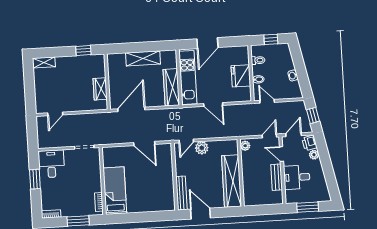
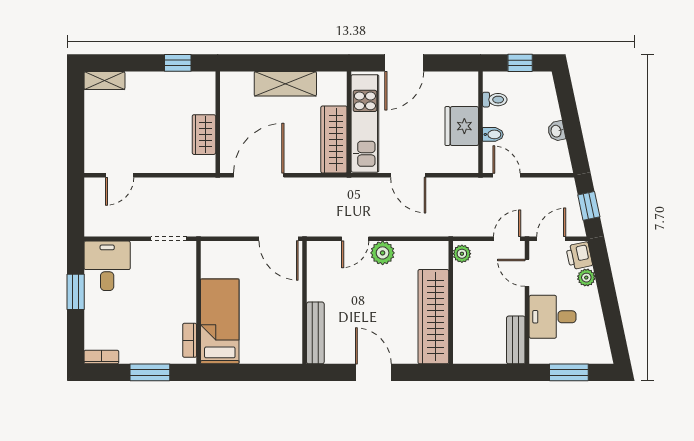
wall: (175, 177) -> (305, 302), moved
bench: (277, 177) -> (516, 340), moved
bench: (181, 193) -> (315, 333), moved

